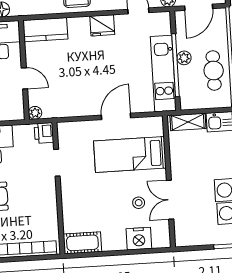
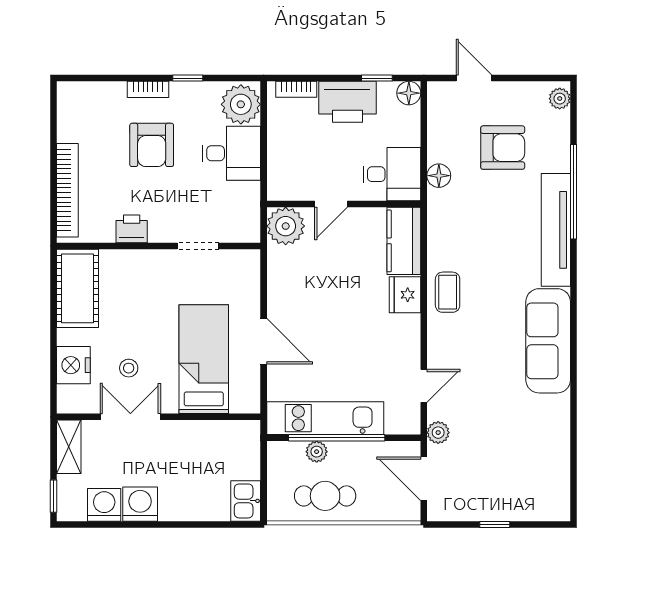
fridge: (102, 25) -> (405, 295), moved
plant: (184, 58) -> (317, 452), moved
plant: (35, 113) -> (286, 226), width x1.88, depth x1.88
shelving: (188, 122) -> (69, 447), moved
printer: (44, 133) -> (132, 229), moved
cot: (82, 243) -> (78, 288), width x1.37, depth x1.34

